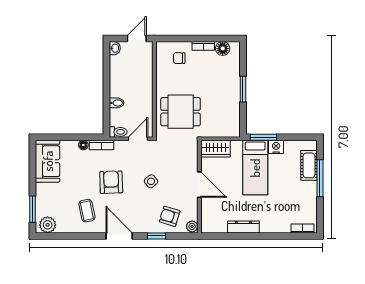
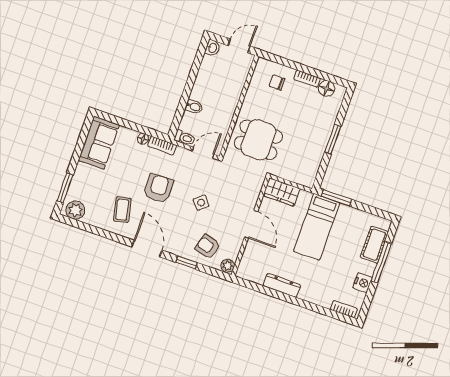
nightstand: (276, 147) -> (363, 283), moved, turned 90

